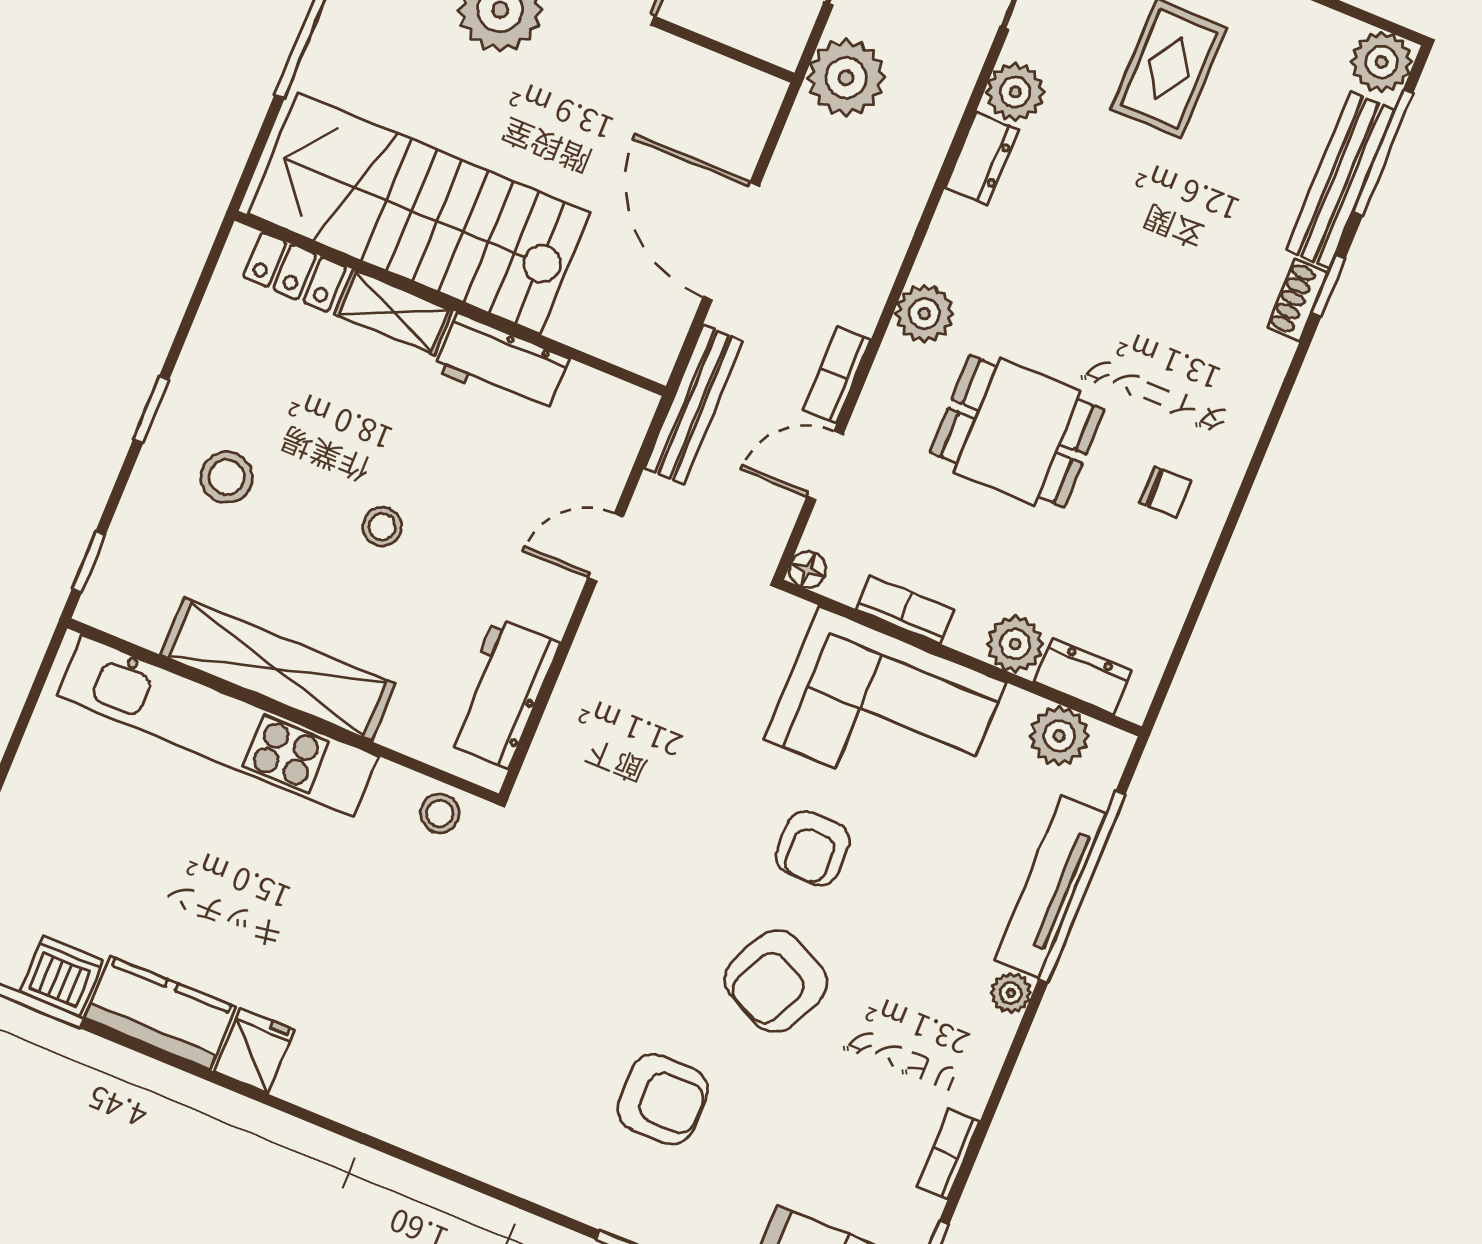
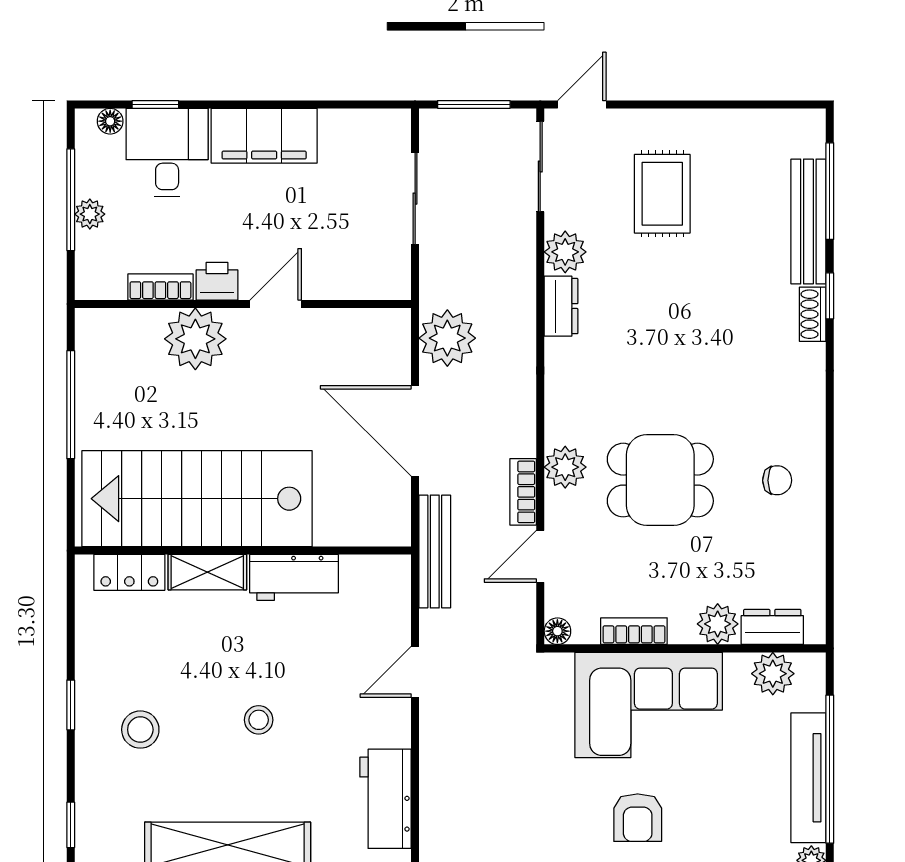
plant: (1382, 62) -> (804, 130), removed
plant: (846, 78) -> (447, 338), moved
plant: (924, 314) -> (565, 467), moved

